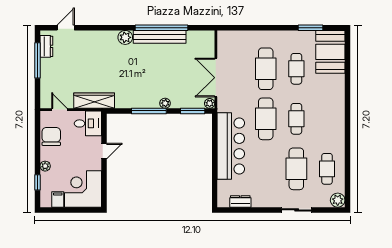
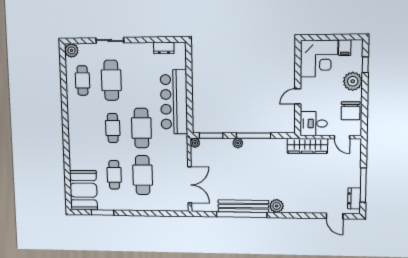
door: (66, 28) -> (335, 216), hinge flipped
double door: (216, 78) -> (190, 185), moved
plant: (45, 166) -> (353, 81), width x1.88, depth x1.88

